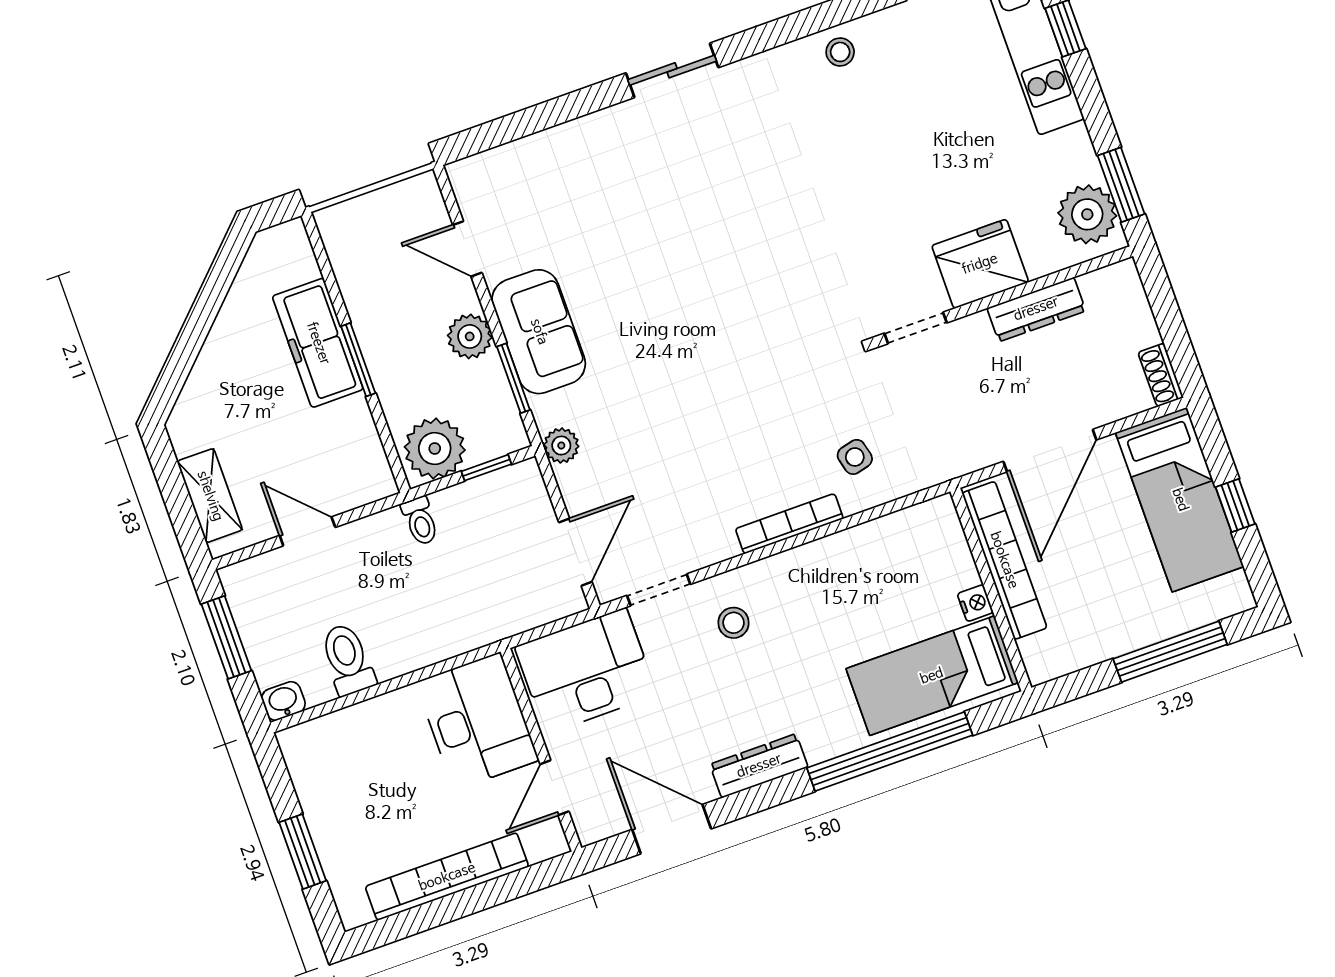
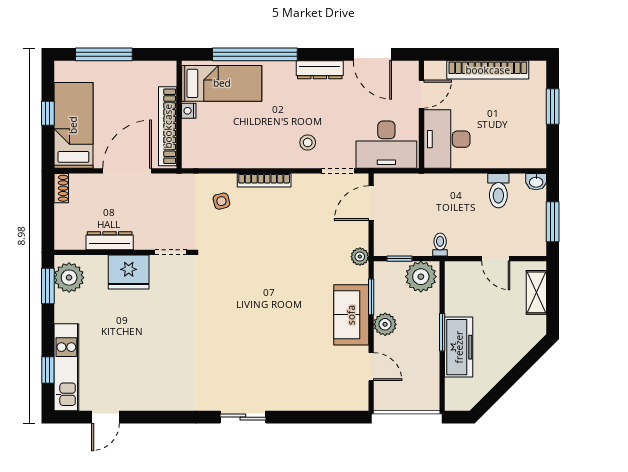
stool: (840, 52) -> (160, 397), removed

